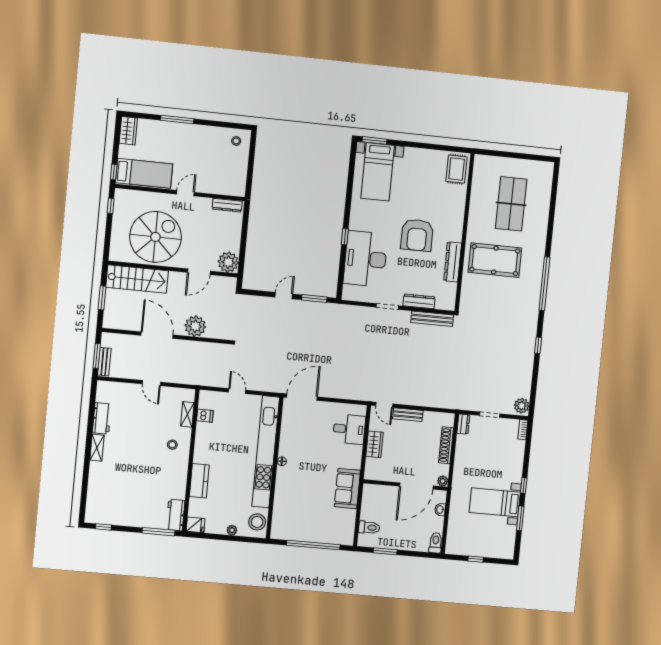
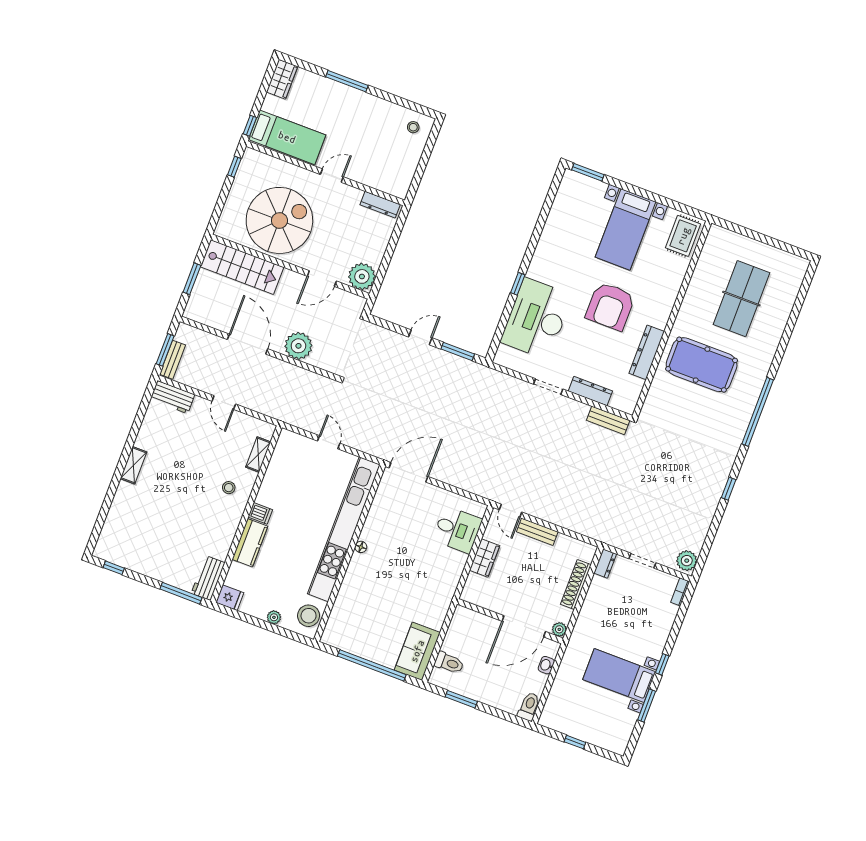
bed with nightstands: (378, 172) -> (626, 229), moved
bench: (432, 319) -> (608, 420), width x0.73
dishwasher: (205, 416) -> (260, 513), moved
workbench: (102, 418) -> (173, 397), moved, turned 90
sofa: (347, 489) -> (417, 651), moved

